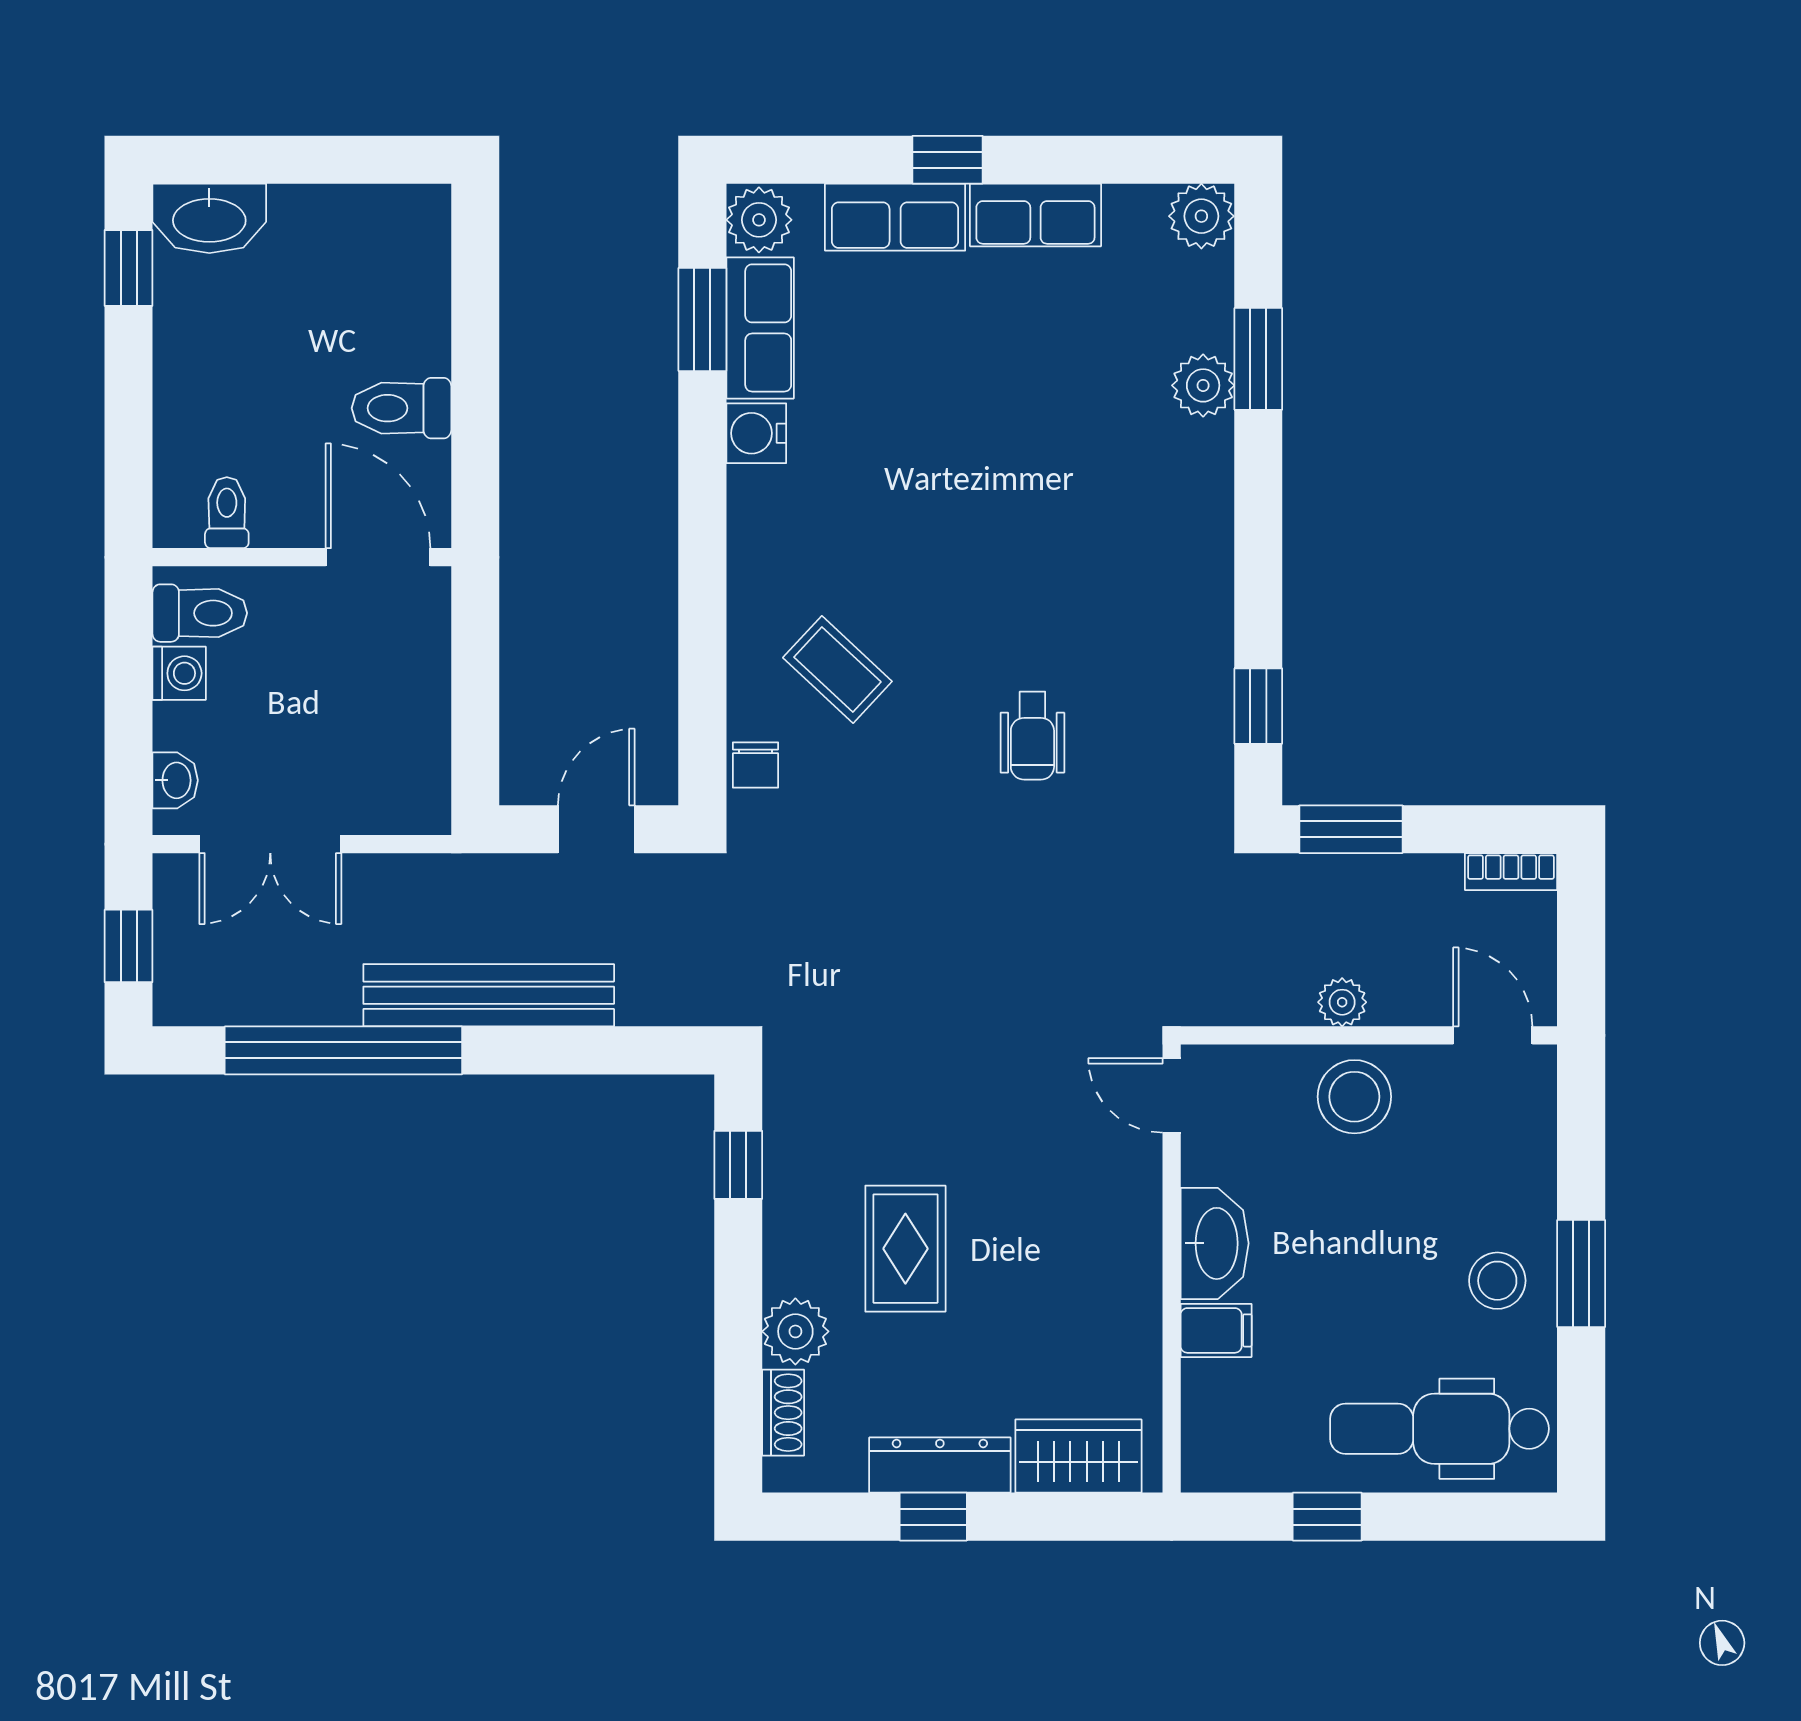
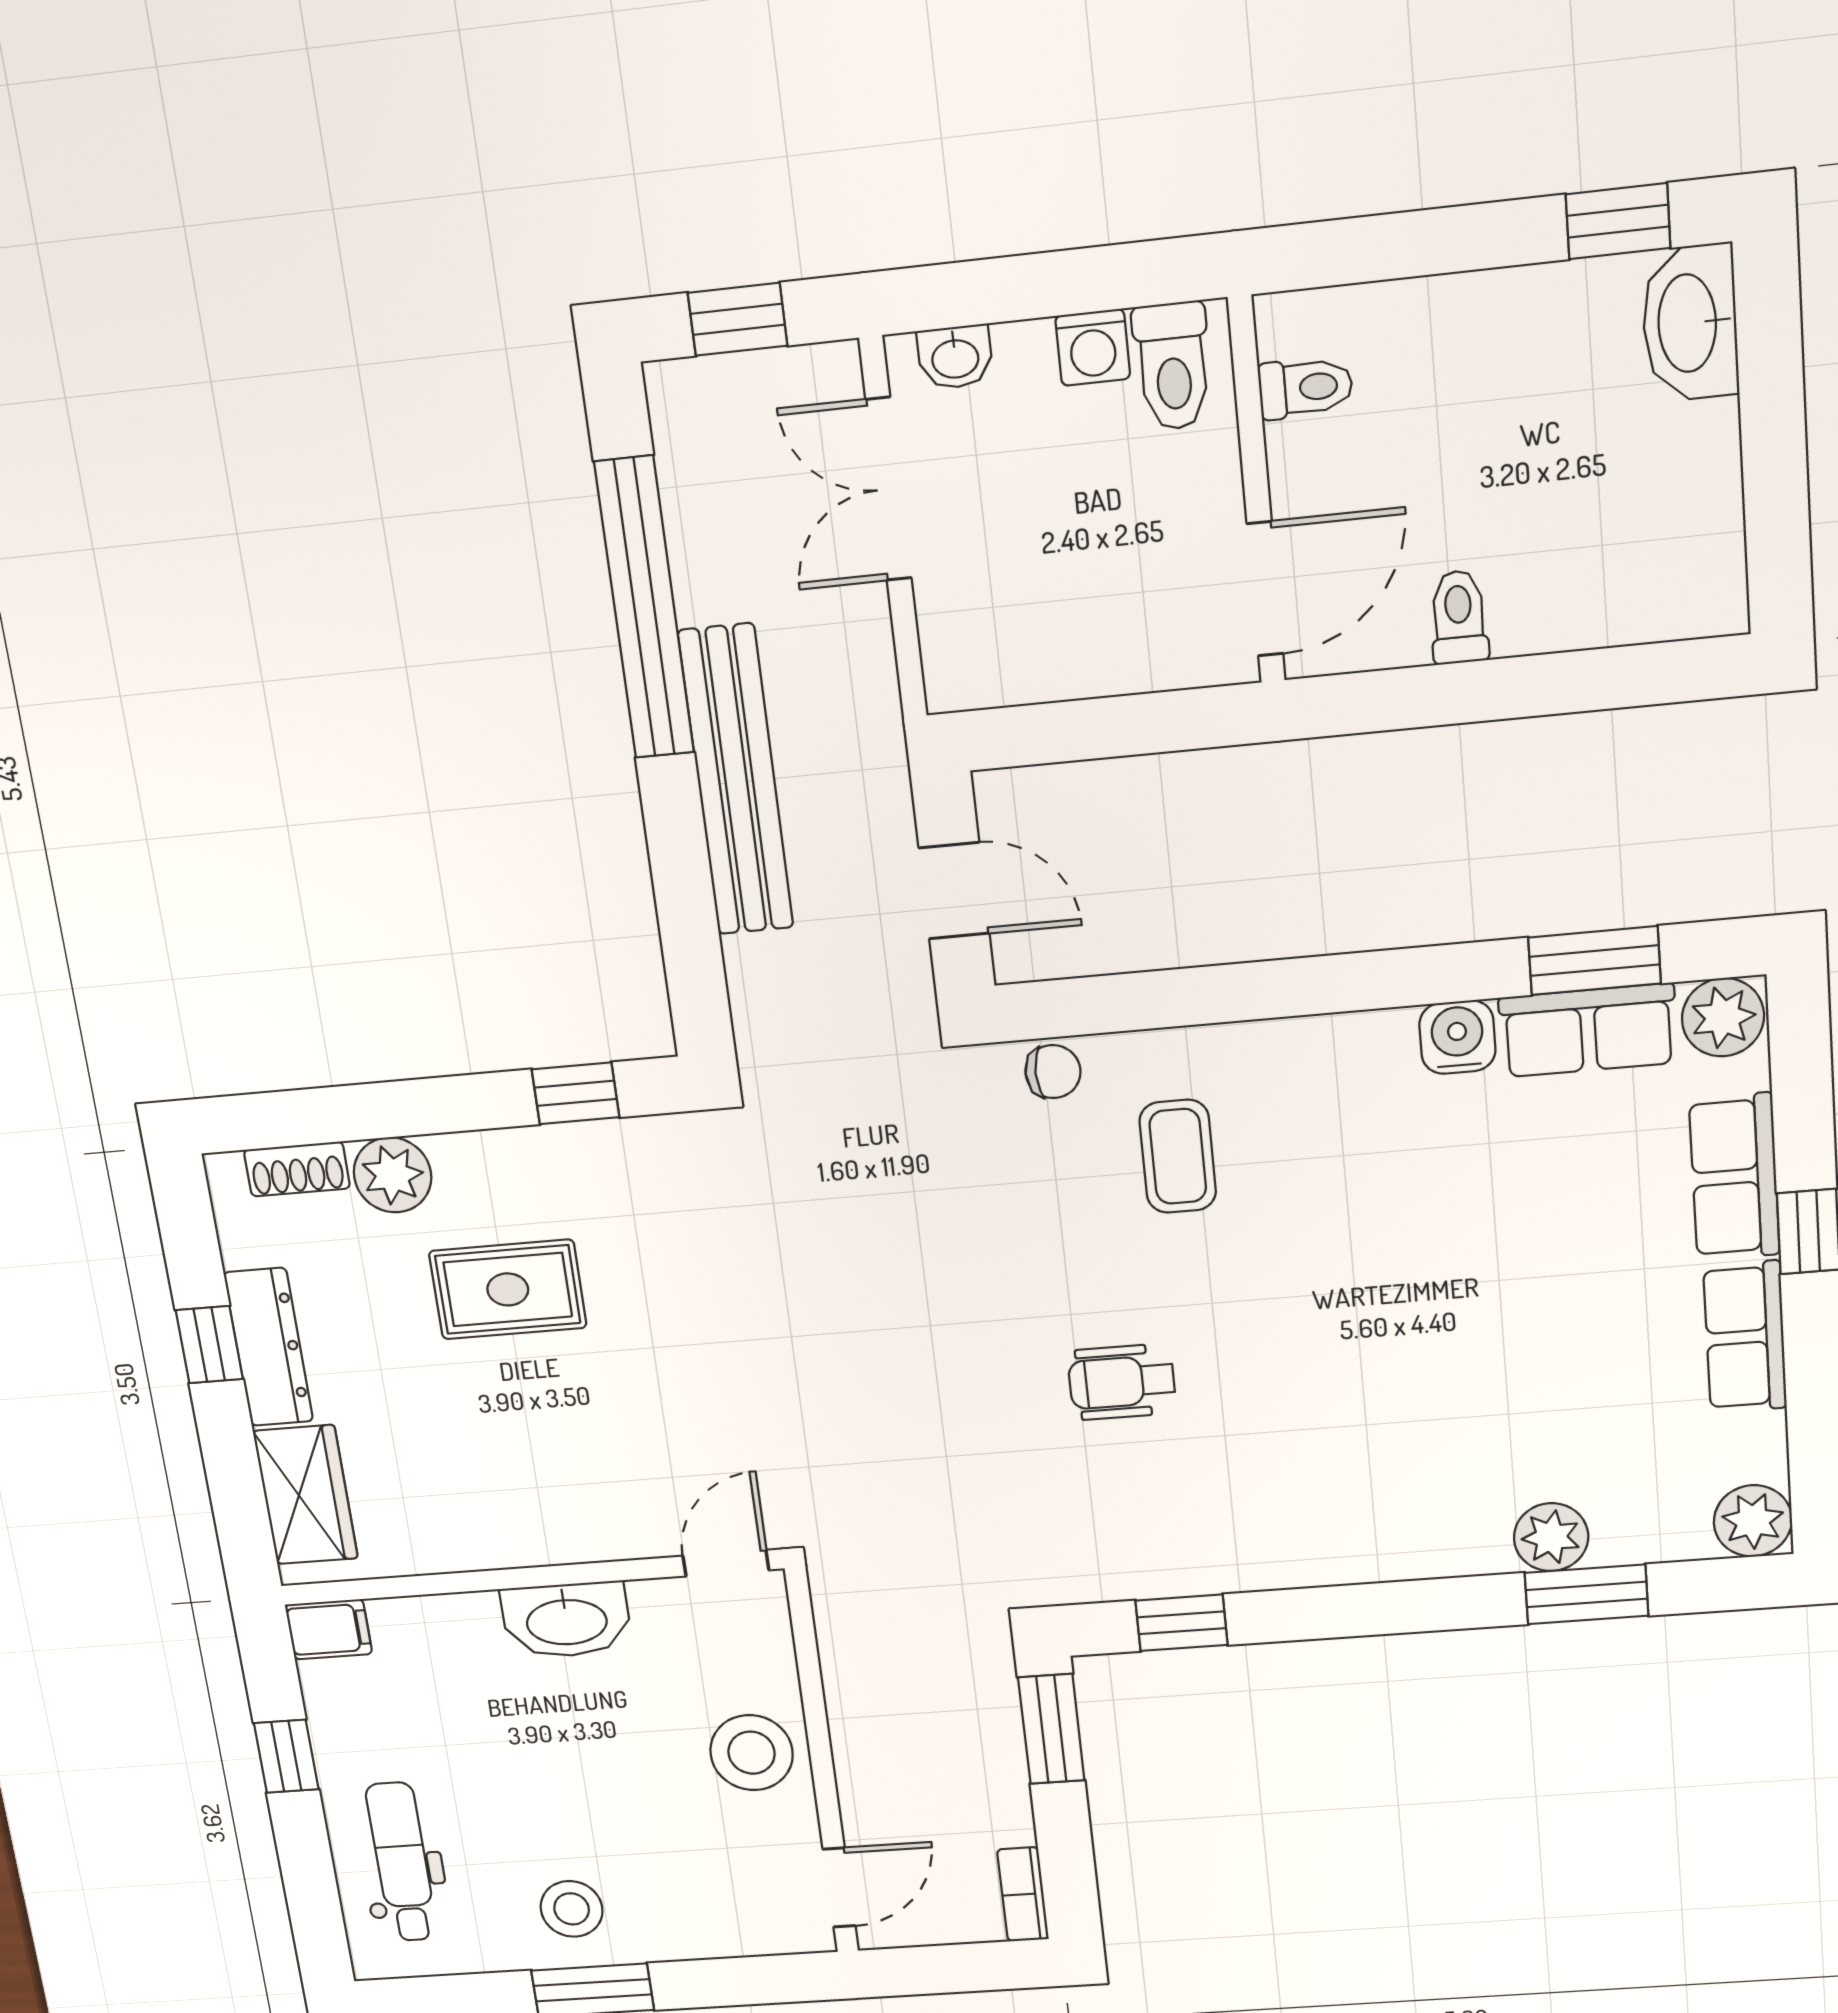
toilet: (401, 408) -> (1459, 617), width x0.73, depth x0.72
coffee table: (837, 669) -> (1178, 1156), turned -43
chair: (756, 765) -> (1053, 1072), turned 180
plant: (1342, 1002) -> (855, 1733), removed
filing cabinet: (1216, 1330) -> (329, 1629), moved, turned -90
dental chair: (1439, 1429) -> (402, 1862), width x0.73, depth x0.72

